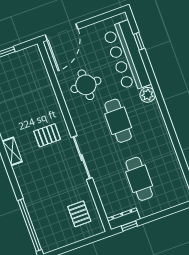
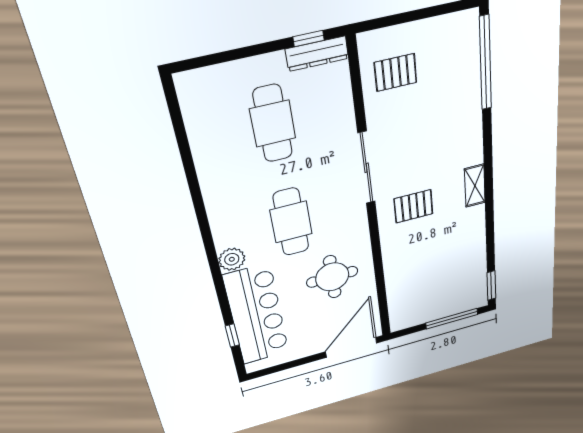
pallet: (79, 214) -> (395, 72), turned 90

